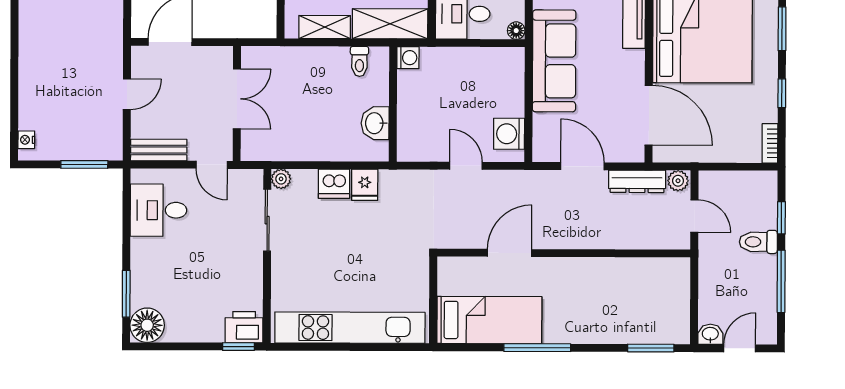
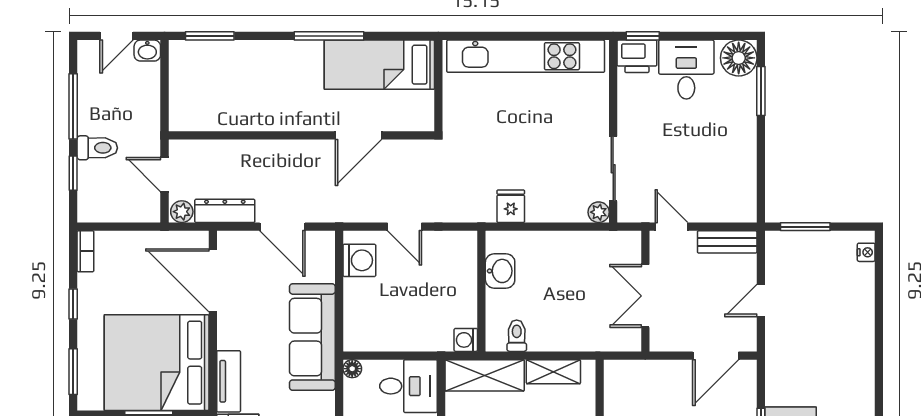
dishwasher: (334, 184) -> (543, 207), removed
desk: (159, 210) -> (686, 70), moved, turned -90

